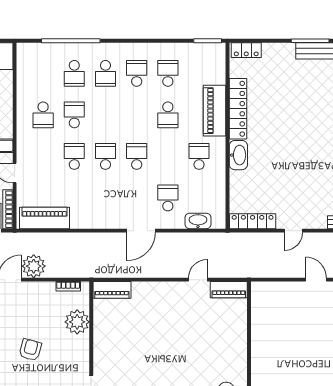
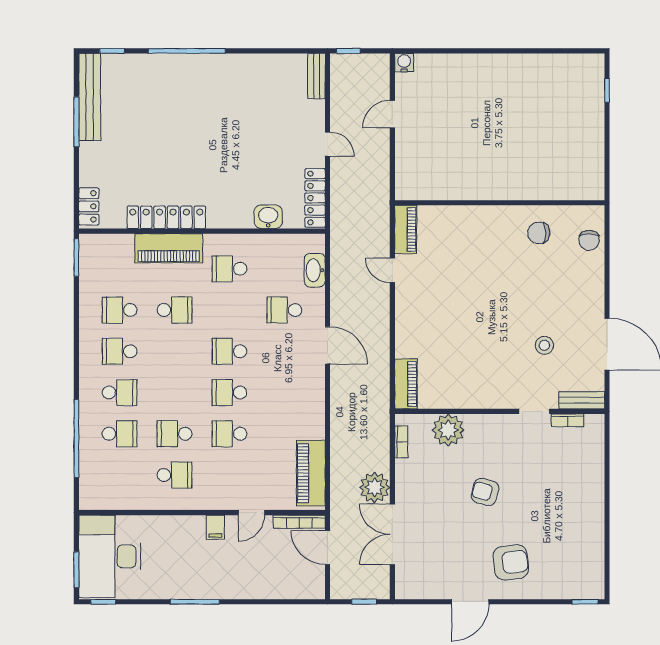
washbasin: (238, 155) -> (268, 217), moved, width x0.72

